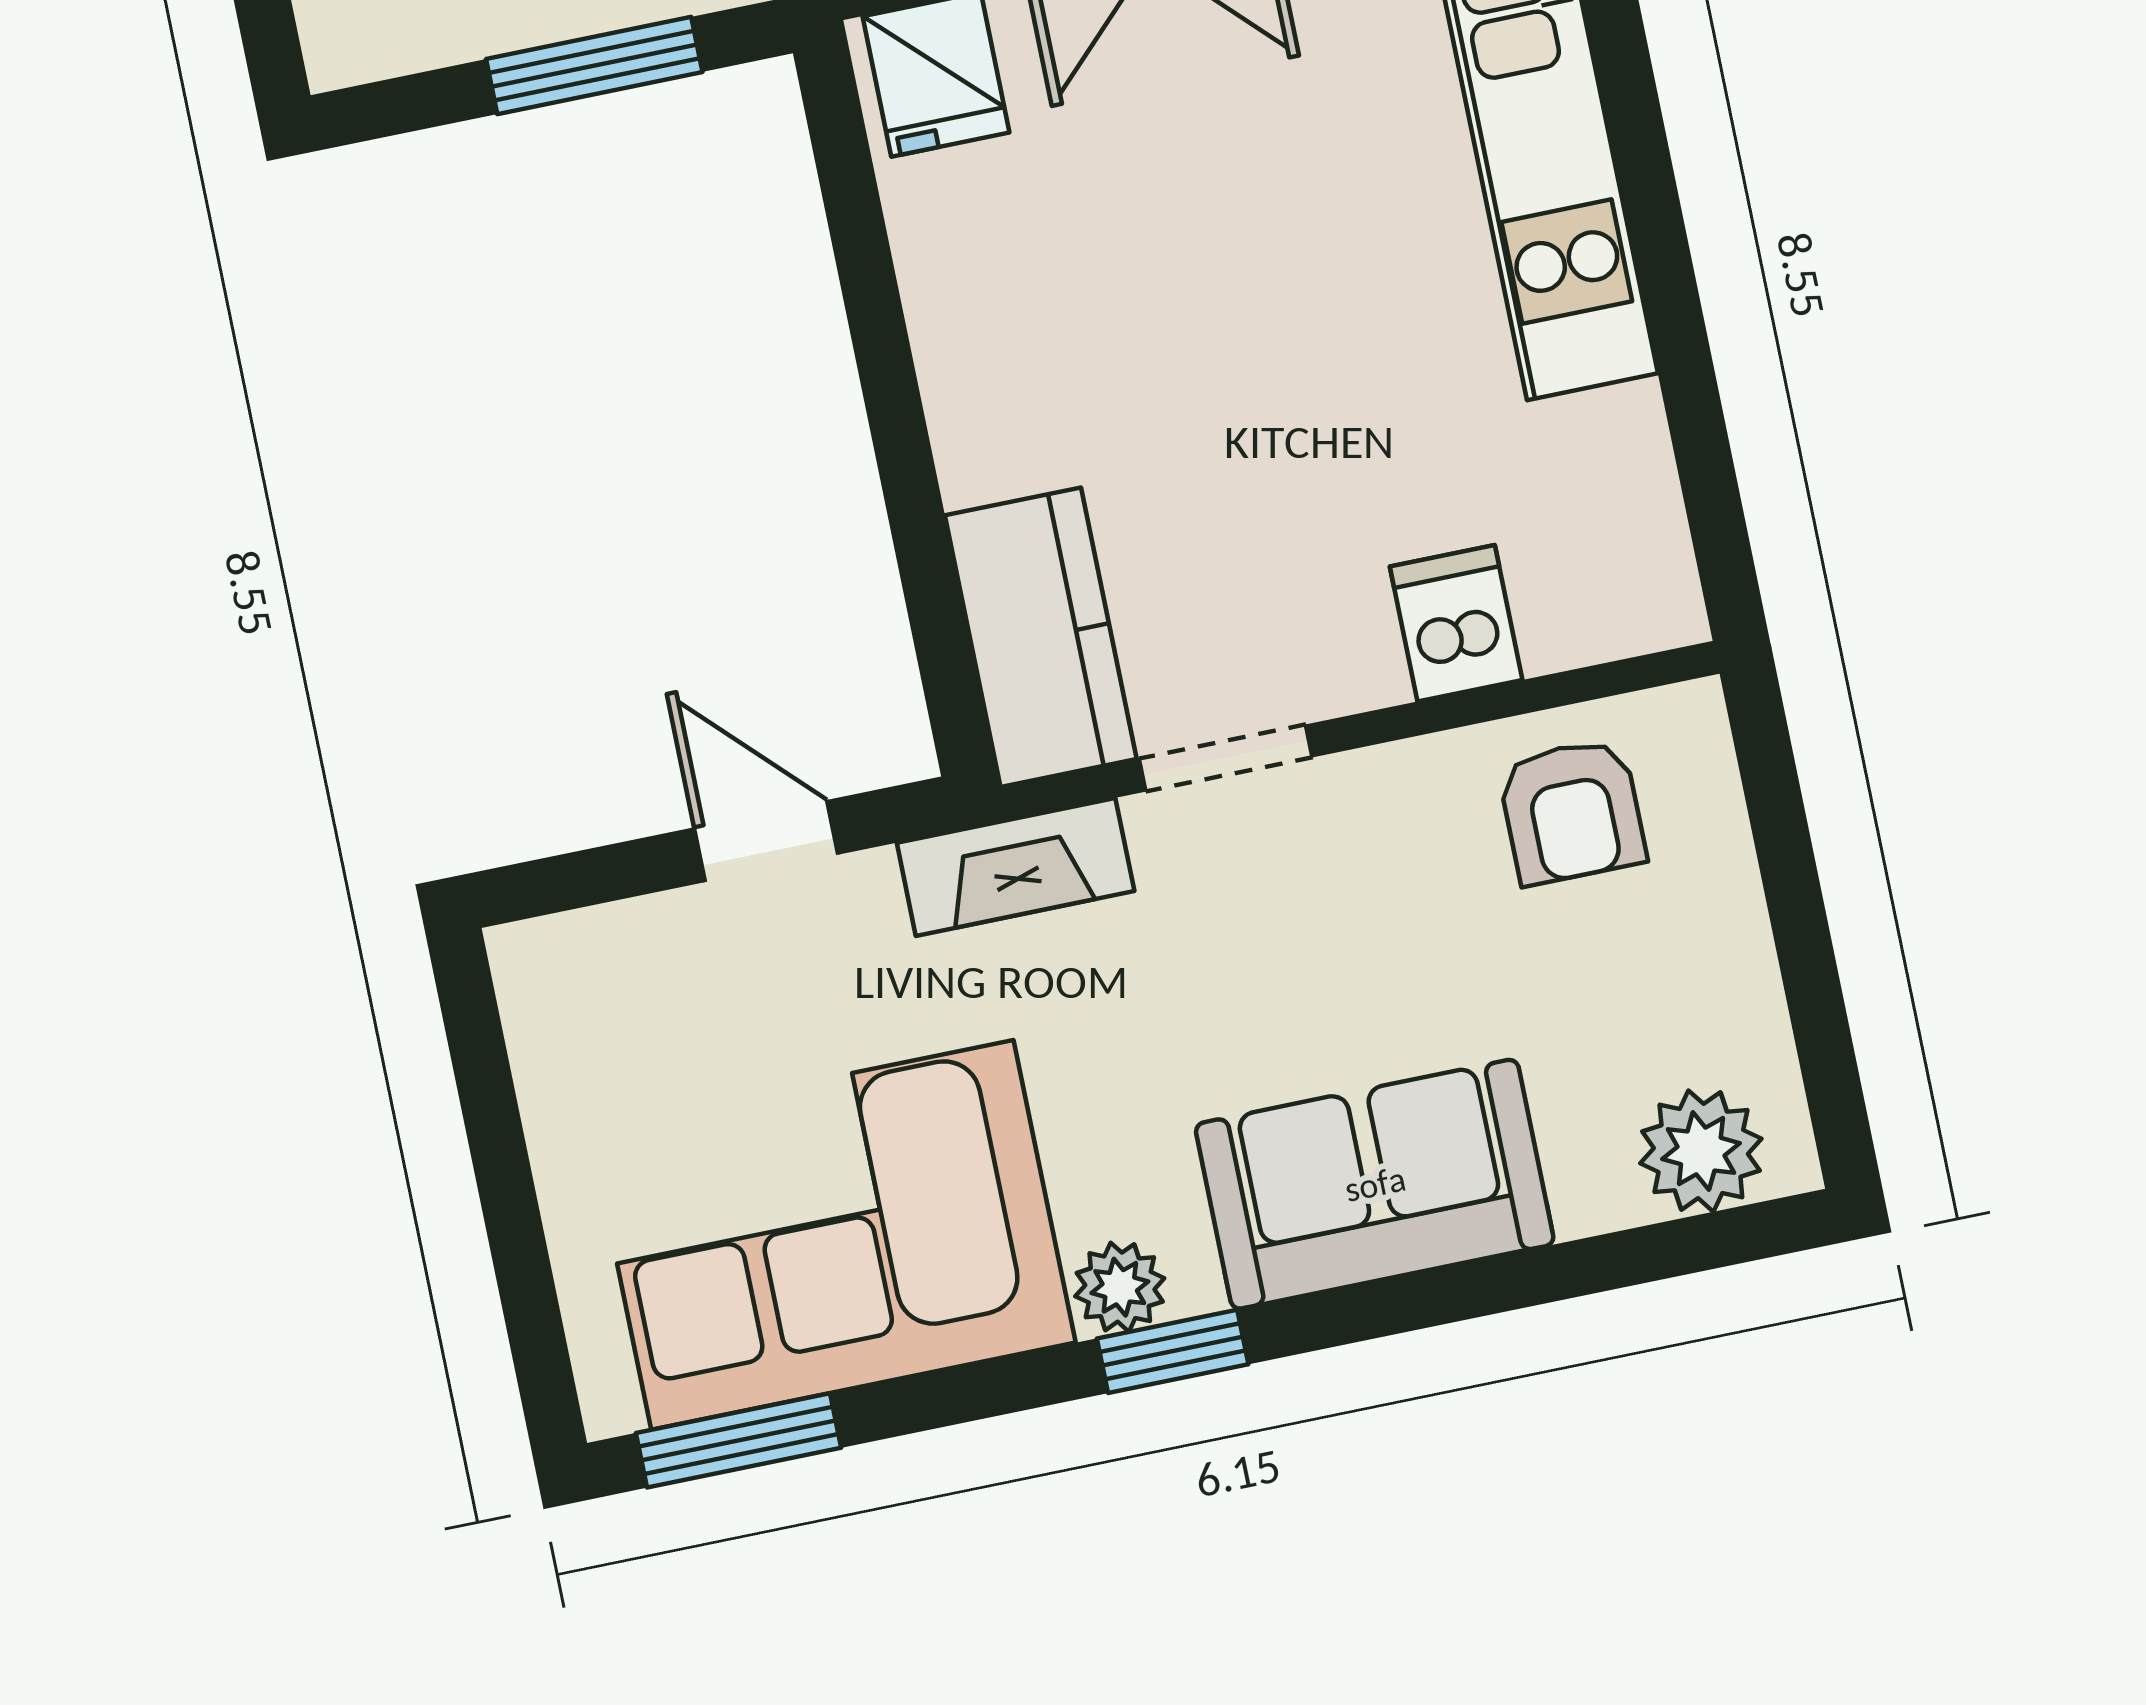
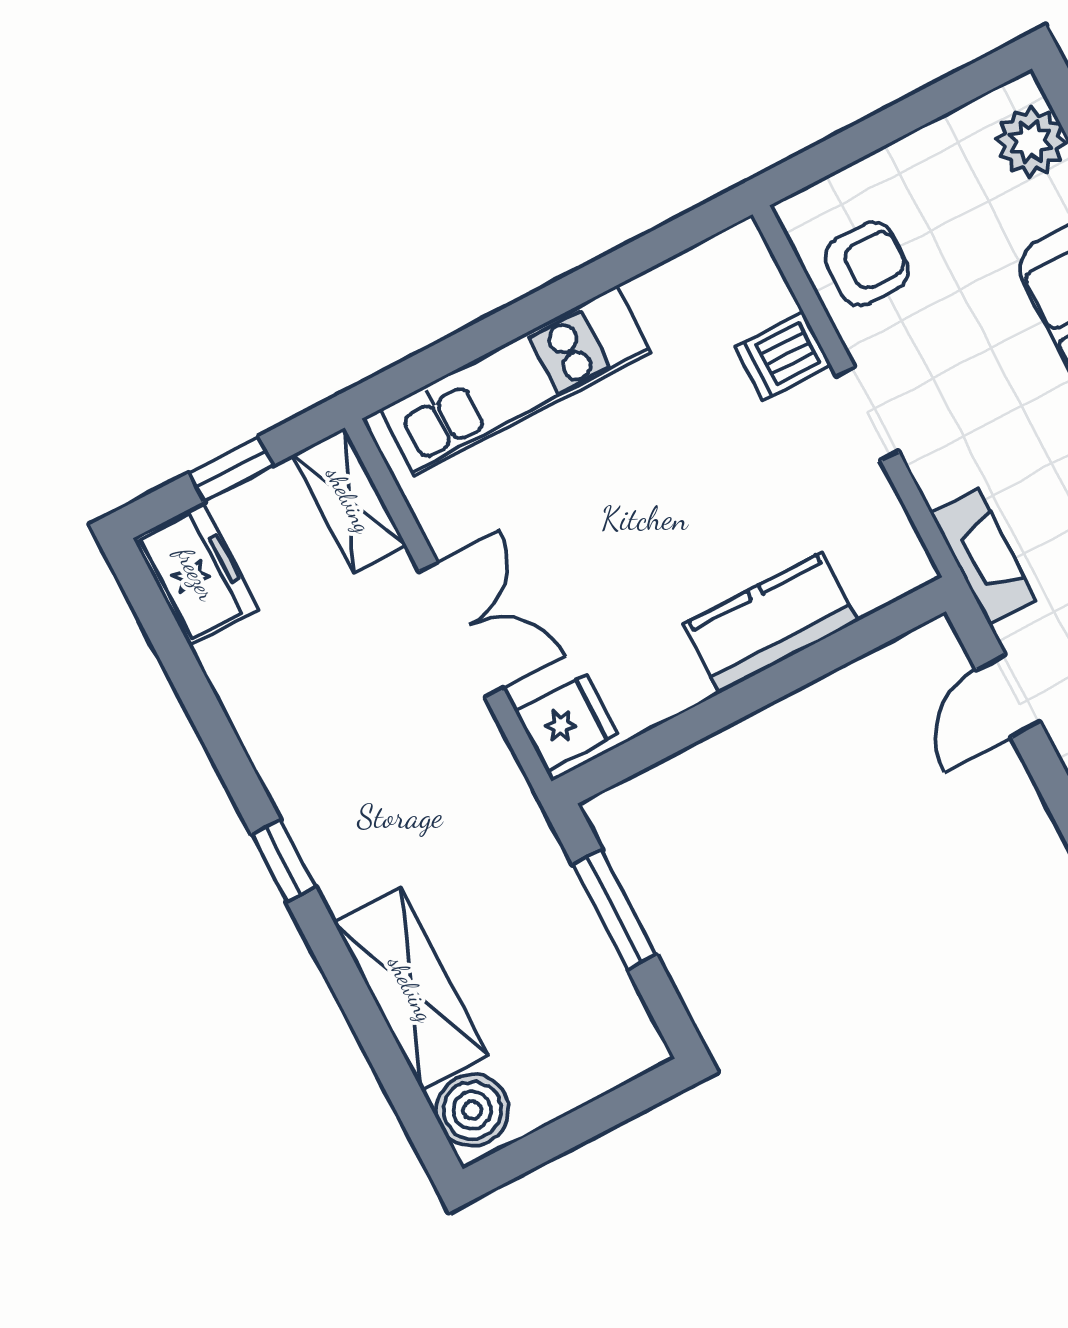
kitchen counter: (1041, 637) -> (771, 623), moved
doorway: (1226, 758) -> (868, 413), moved

